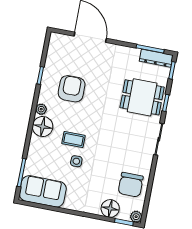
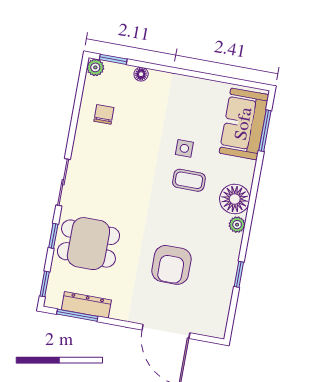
dresser: (156, 58) -> (86, 305), moved
armchair: (72, 89) -> (171, 265), moved
chair: (131, 185) -> (104, 114), width x0.54, depth x0.54
sofa: (43, 191) -> (244, 124), moved, turned 90
floor lamp: (110, 208) -> (141, 74), width x0.53, depth x0.53

